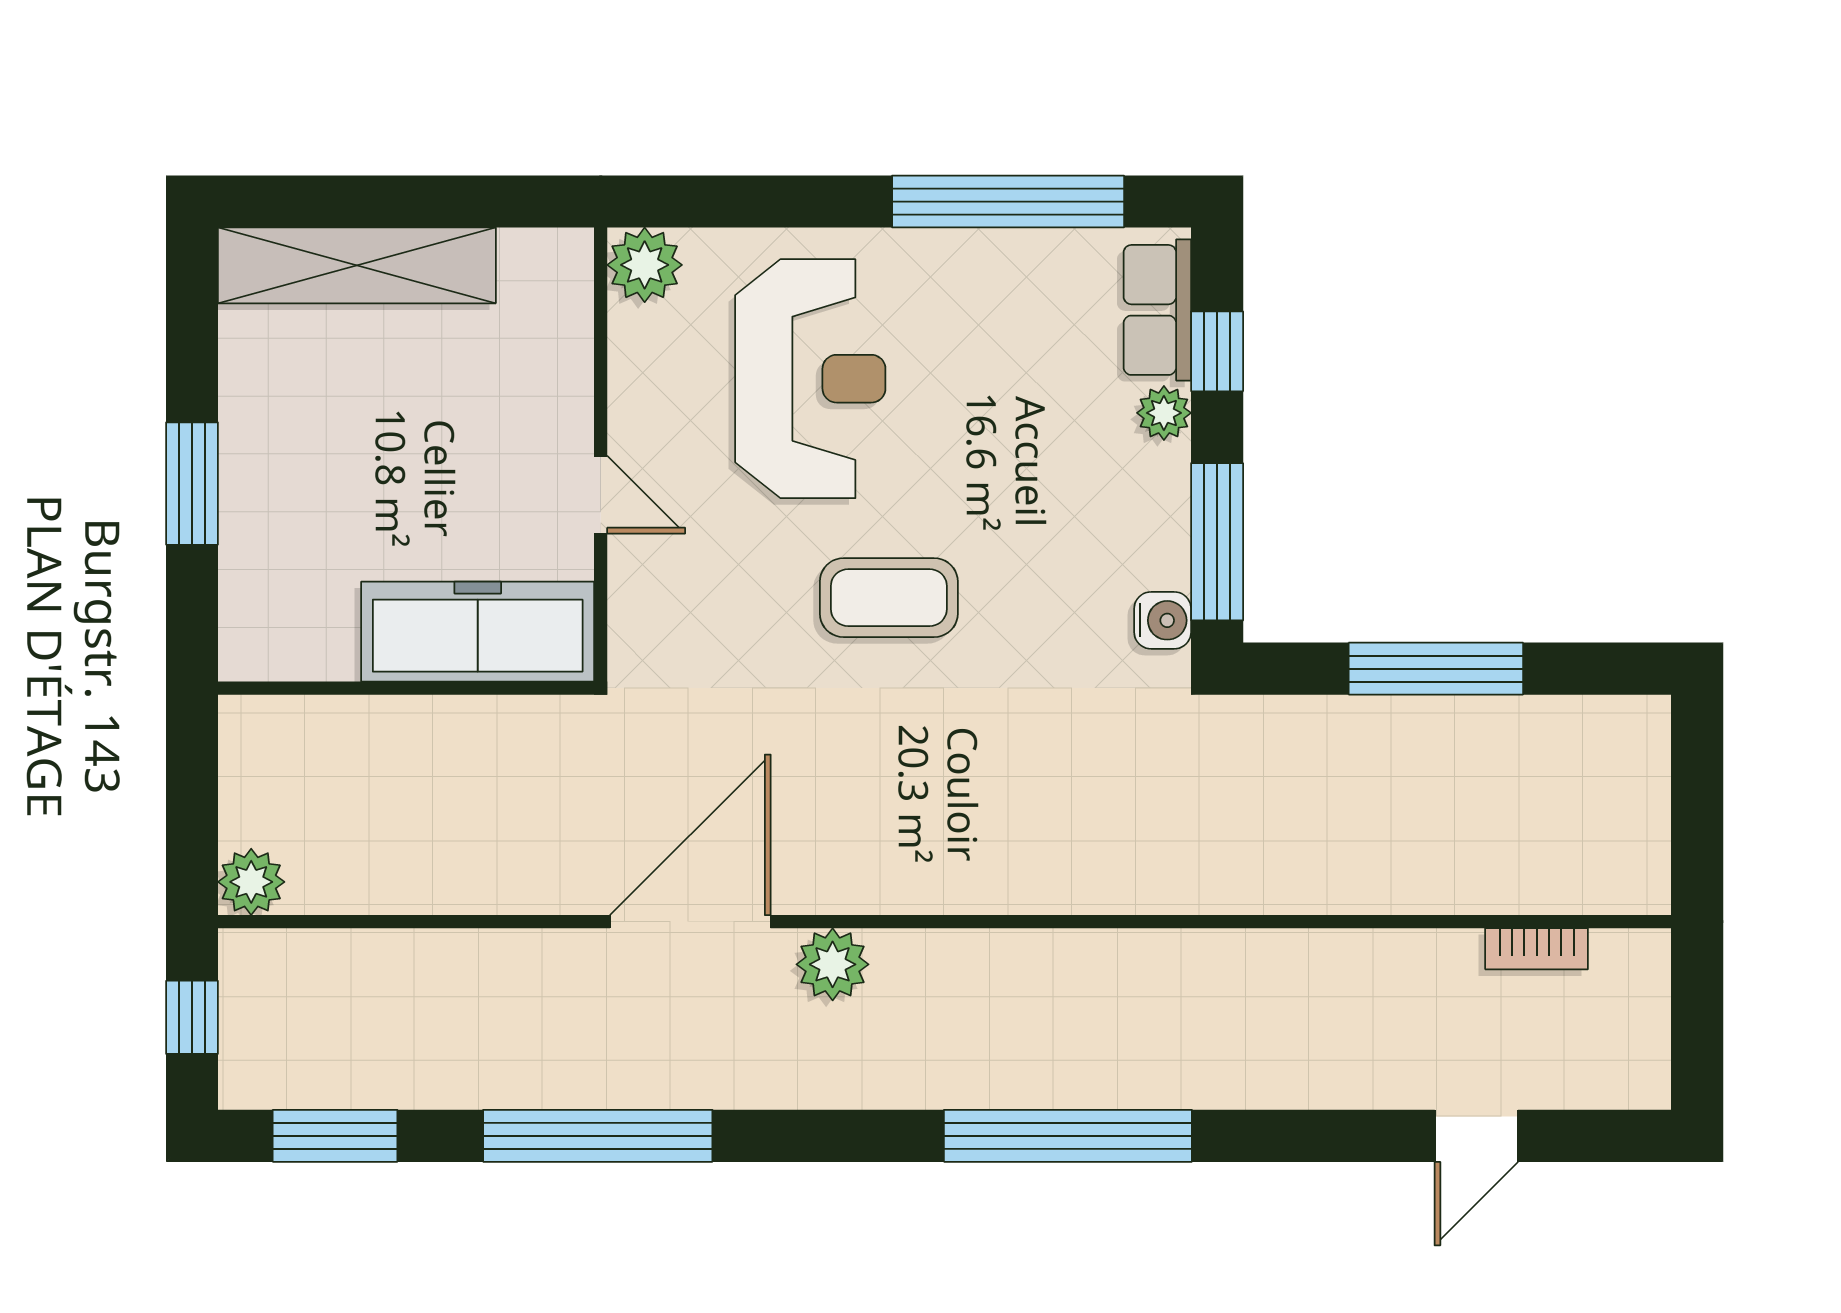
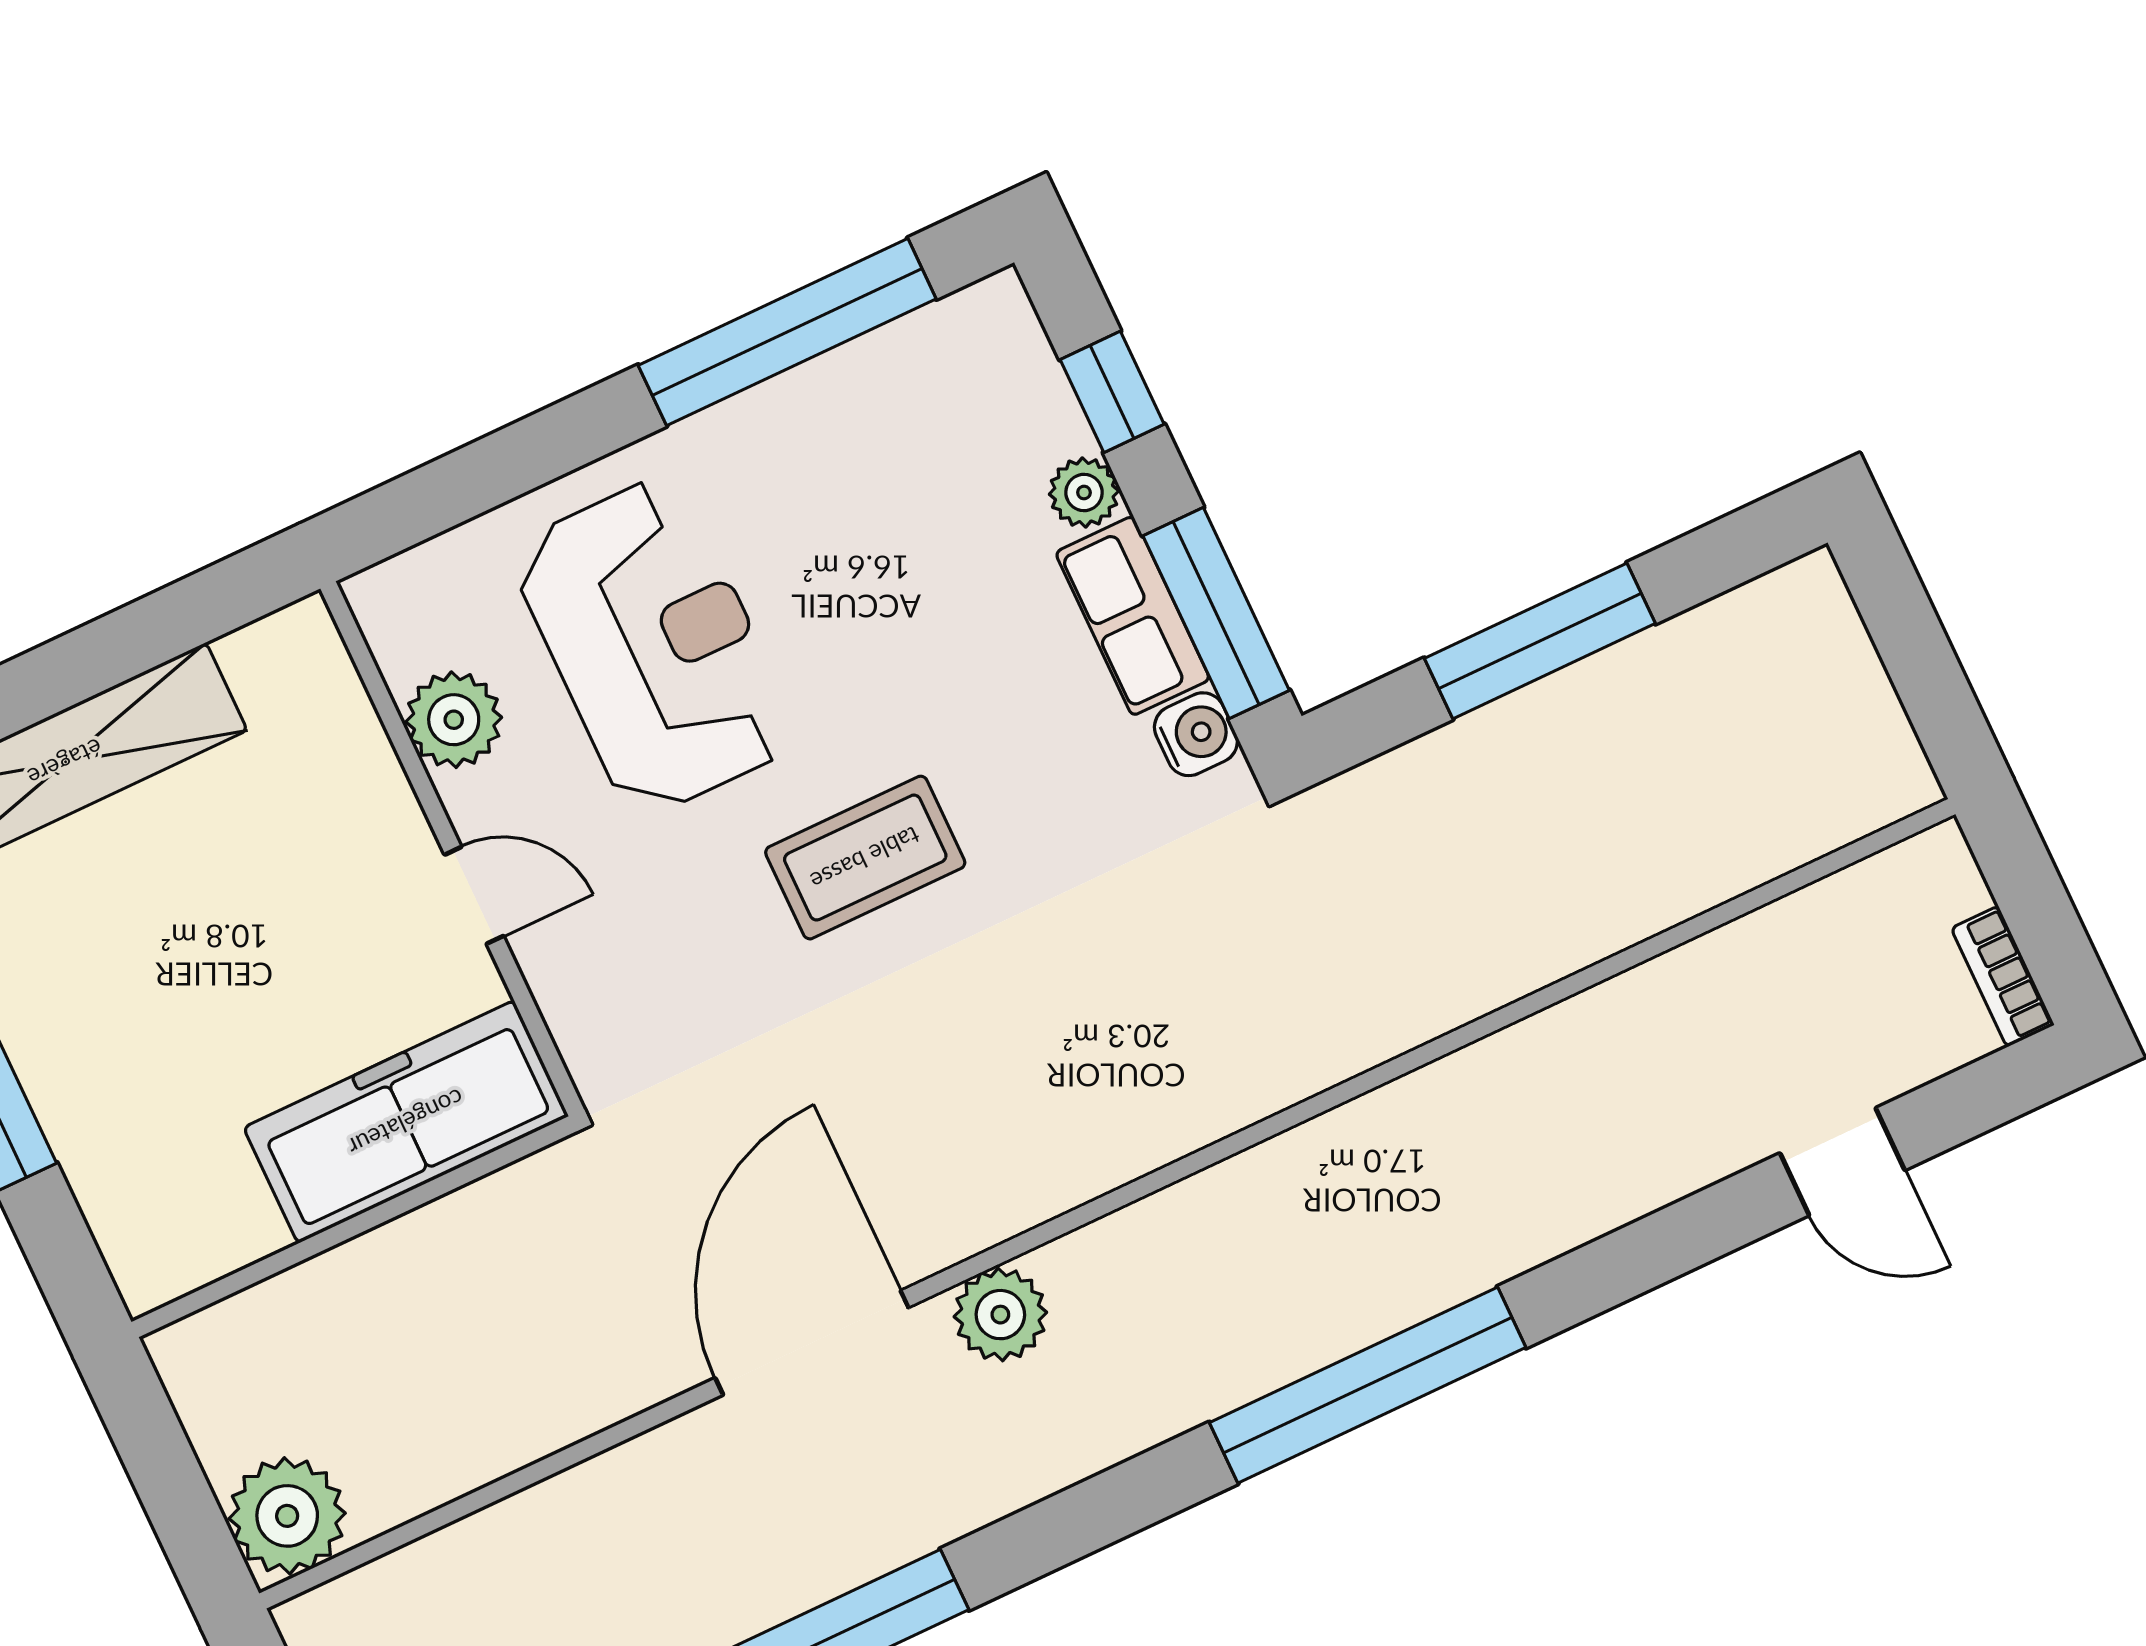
plant: (645, 265) -> (454, 720), moved
row of seats: (1157, 310) -> (1133, 616), moved
plant: (251, 882) -> (287, 1516), width x1.36, depth x1.36
bookcase: (1537, 949) -> (2003, 977), moved, turned 90
door: (1476, 1136) -> (1842, 1162), hinge flipped

